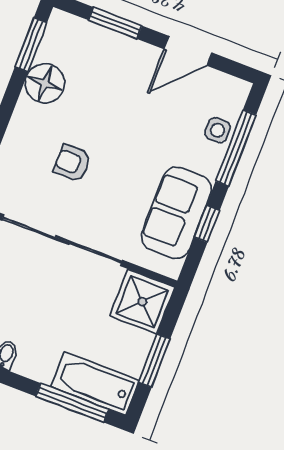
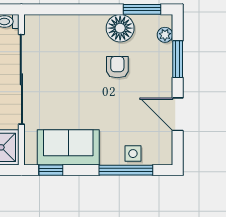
plant: (76, 27) -> (165, 35), added
armchair: (72, 163) -> (117, 67), moved
window: (207, 224) -> (51, 170), moved

